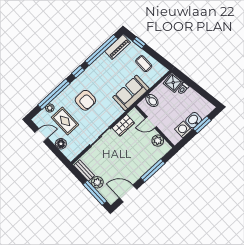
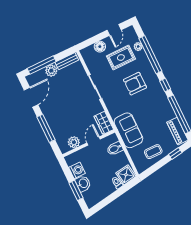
wardrobe: (123, 125) -> (104, 123), moved

